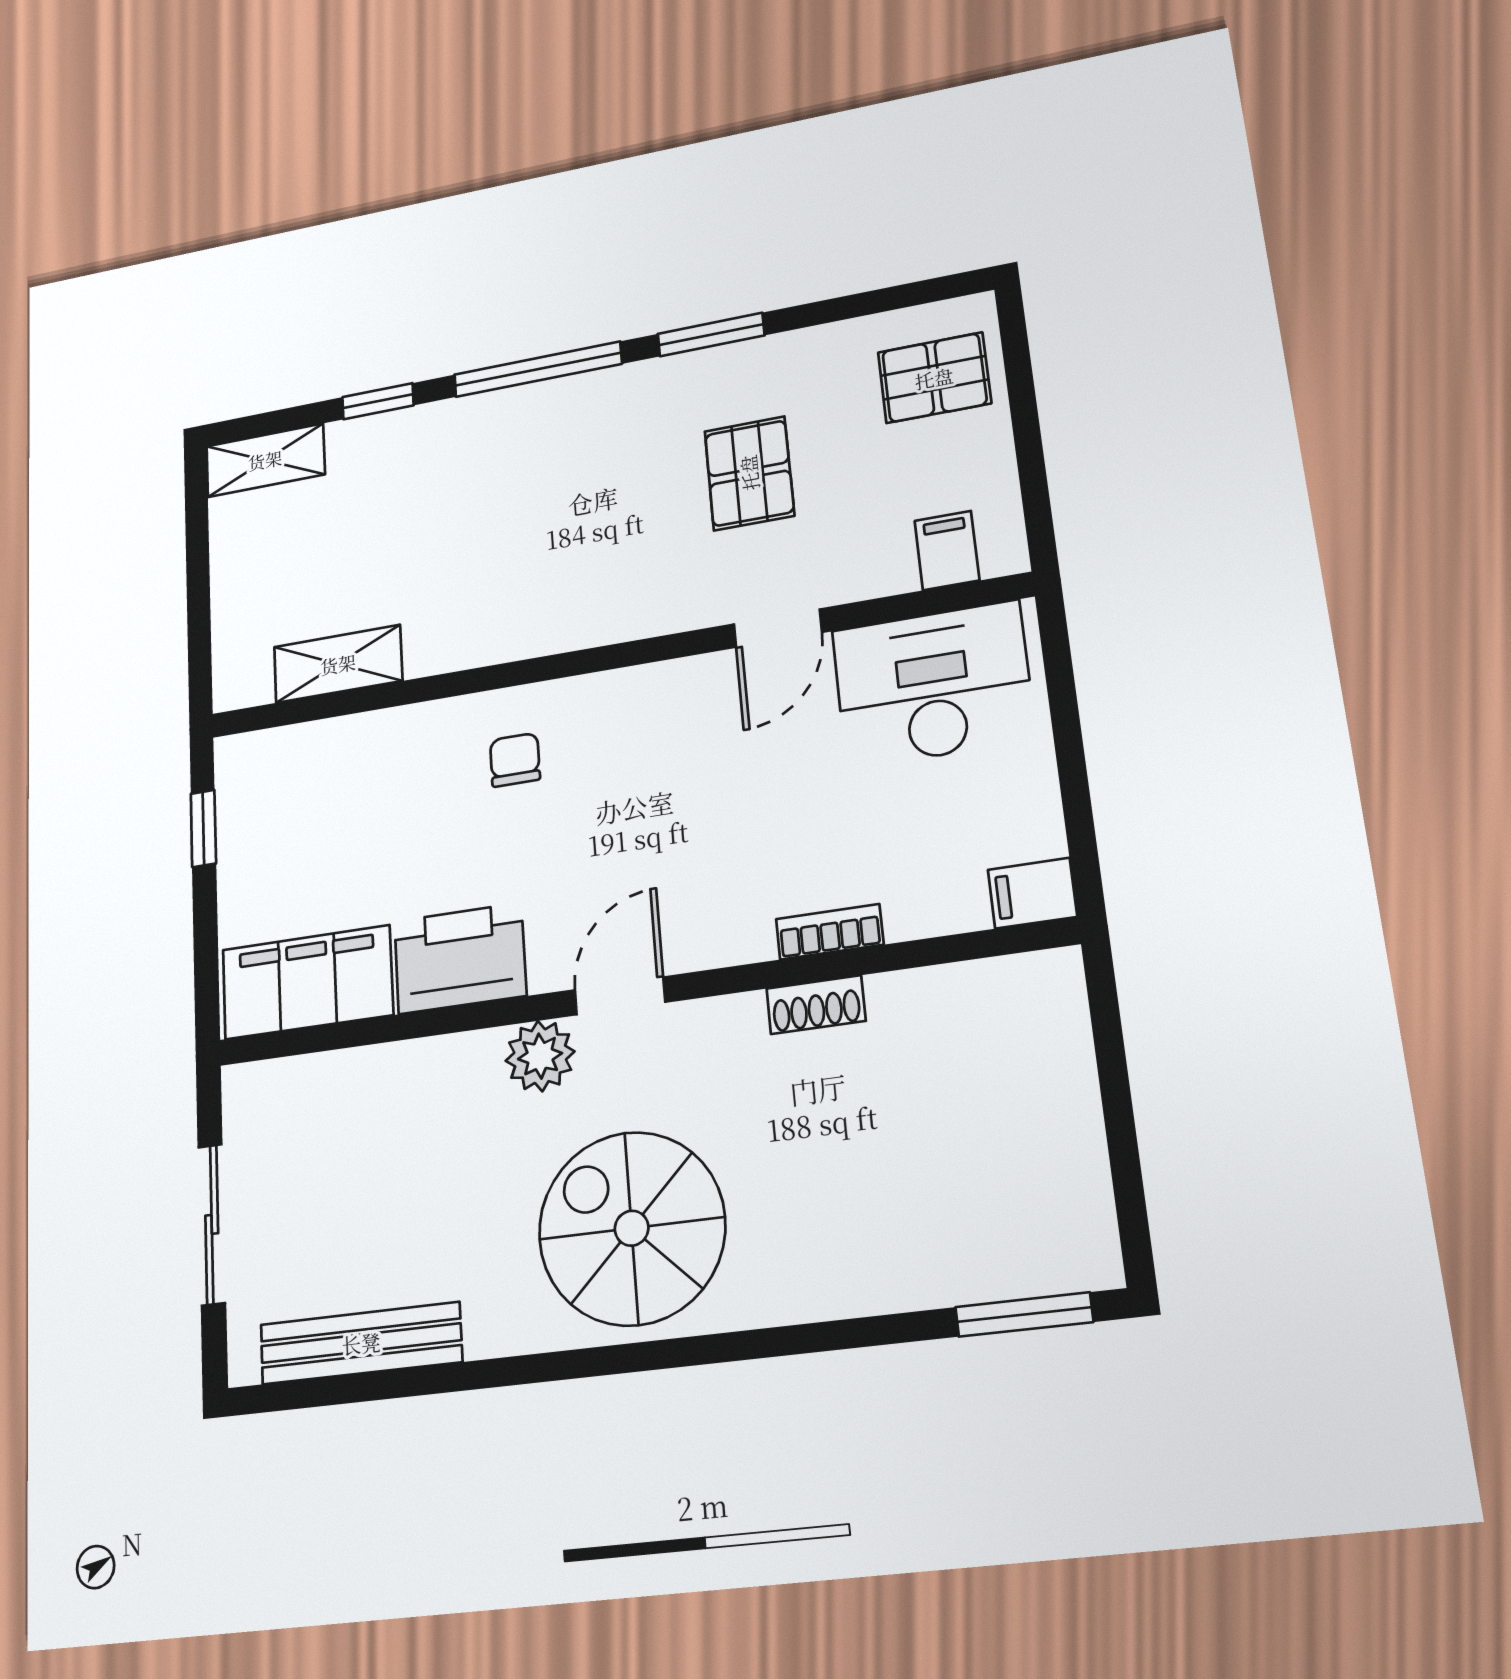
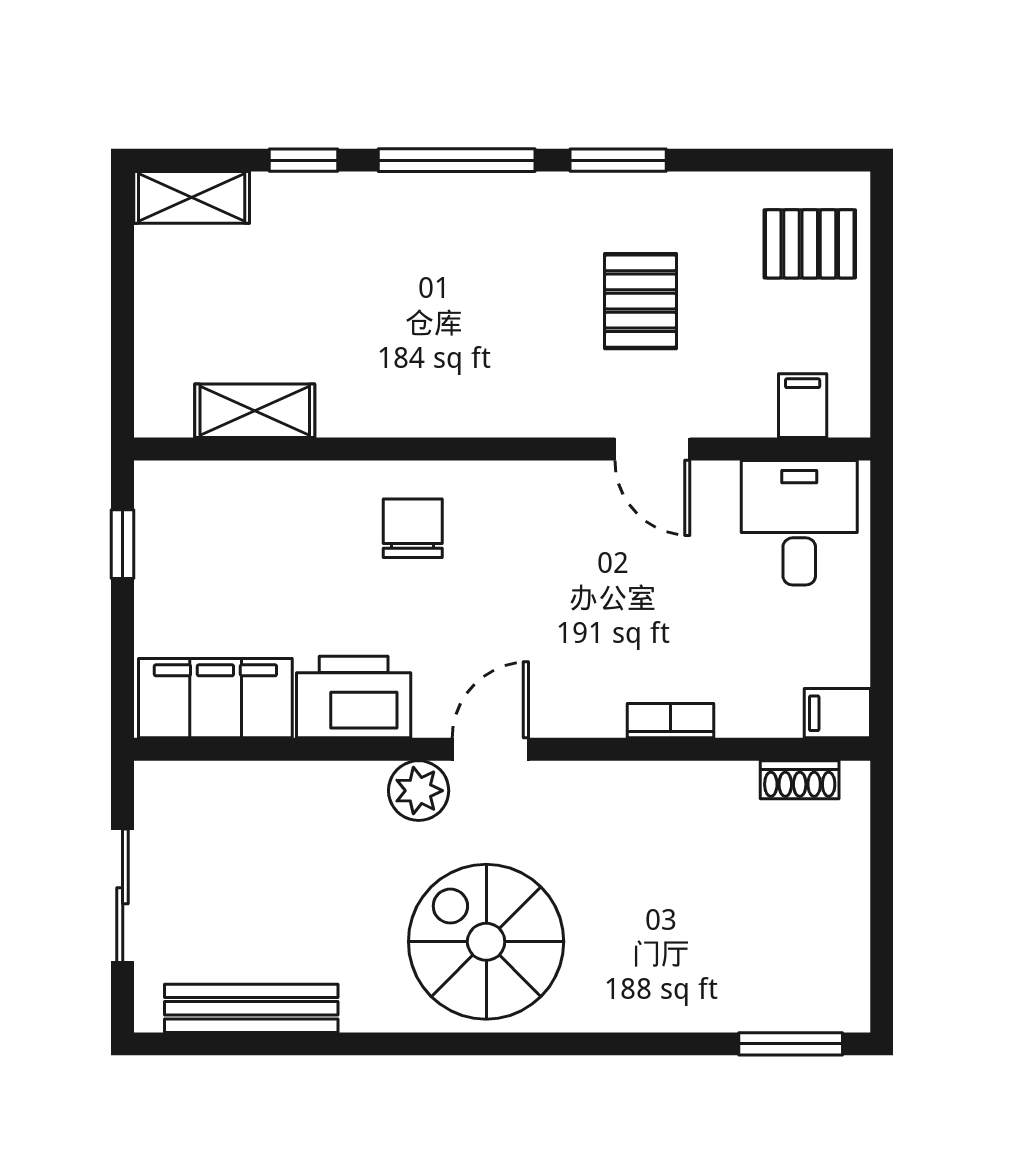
door: (778, 628) -> (652, 449), hinge flipped
desk: (933, 685) -> (799, 523), width x0.73
chair: (515, 760) -> (413, 528), width x1.37, depth x1.37
shoe rack: (816, 1005) -> (800, 780), moved

